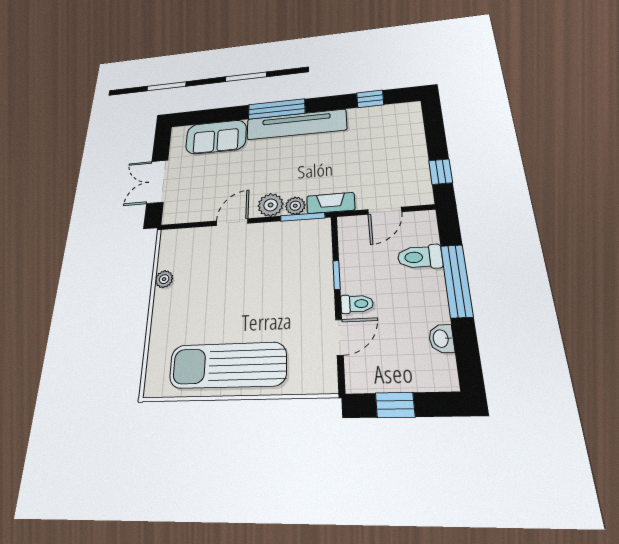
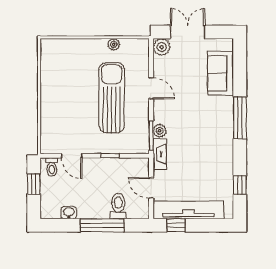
tv unit: (296, 124) -> (188, 210), moved, turned 90
plant: (271, 205) -> (162, 47), moved
toilet: (357, 304) -> (52, 167), moved
sun lounger: (228, 365) -> (112, 98), moved

